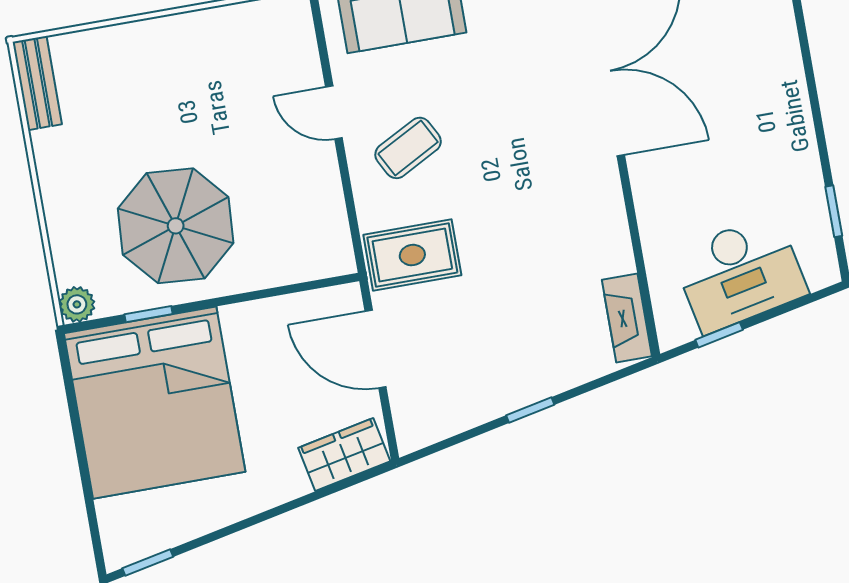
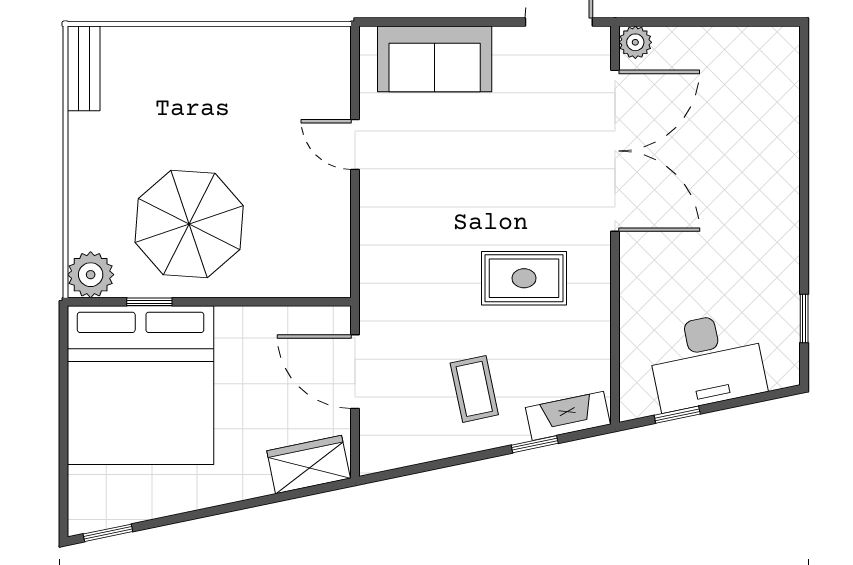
coffee table: (408, 148) -> (474, 389), moved, turned -74
rug: (412, 255) -> (524, 278), moved
plant: (77, 304) -> (91, 275), width x1.38, depth x1.38
fireplace: (627, 318) -> (568, 416), moved, turned 78
window: (530, 410) -> (535, 444), moved

